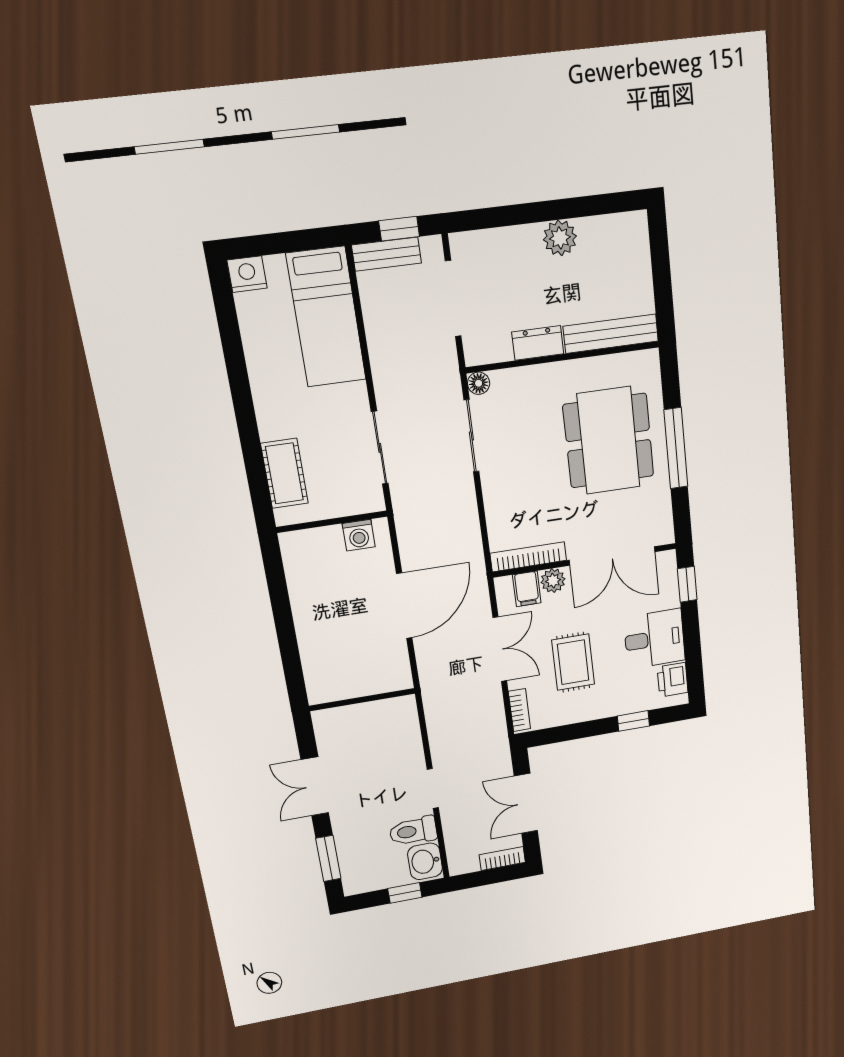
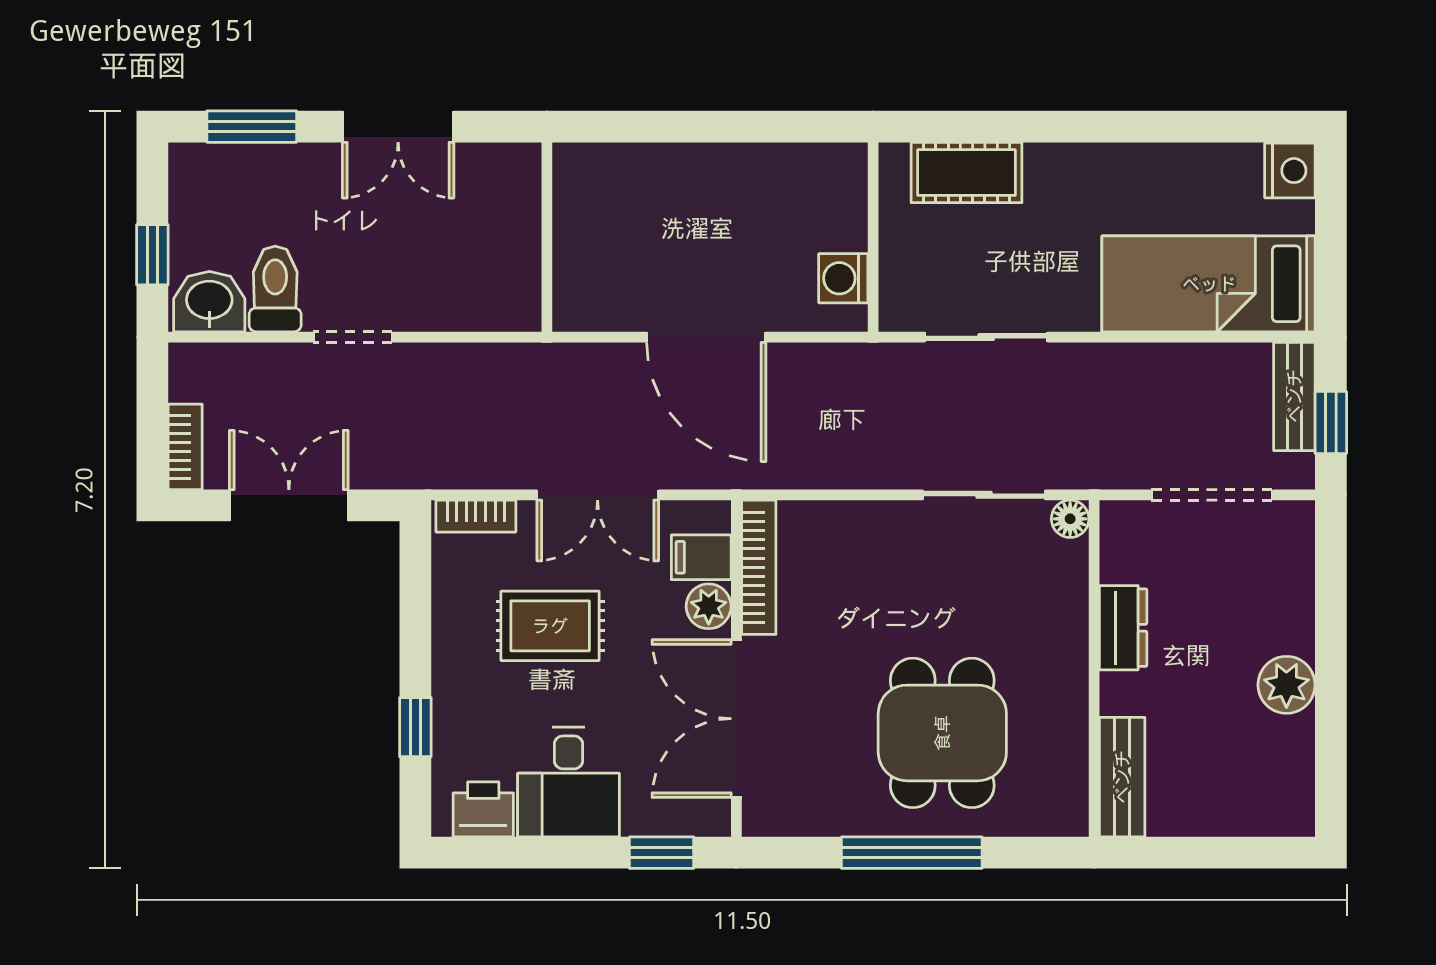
bench: (611, 334) -> (1122, 777), width x0.73
dining table: (609, 441) -> (942, 733), width x0.73
double door: (315, 786) -> (398, 127), swing flipped

